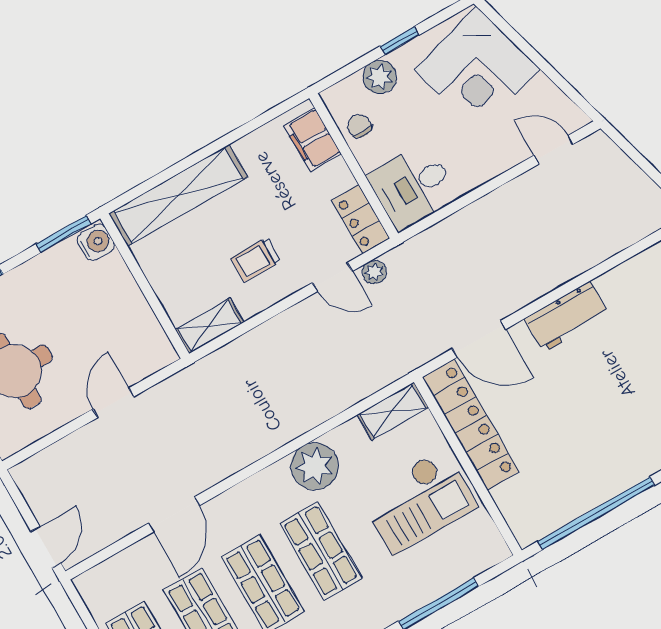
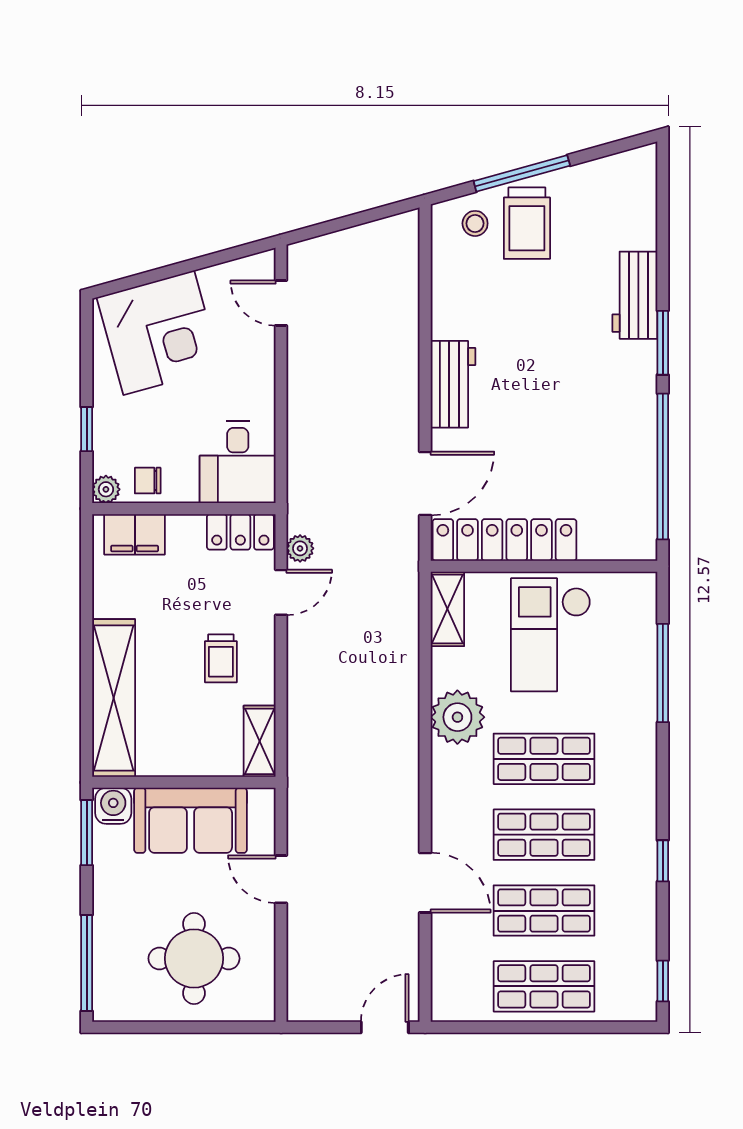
window: (400, 41) -> (87, 429), moved
plant: (380, 77) -> (106, 489), moved, width x0.73, depth x0.73
door: (553, 150) -> (281, 303), hinge flipped
sofa: (119, 308) -> (191, 820), added
checkout: (418, 501) -> (551, 635), turned 180
door: (46, 547) -> (385, 1027), hinge flipped

